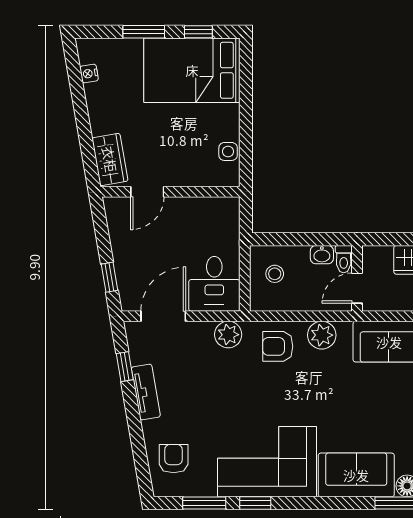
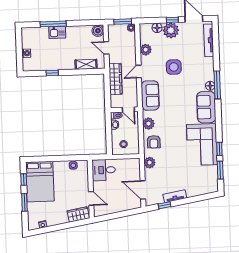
window: (109, 277) -> (127, 213), removed
desk: (214, 284) -> (104, 170), moved, turned 180
armchair: (174, 459) -> (202, 184), removed

